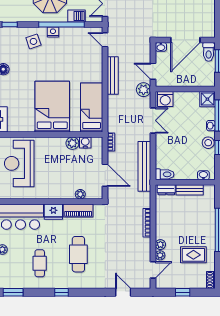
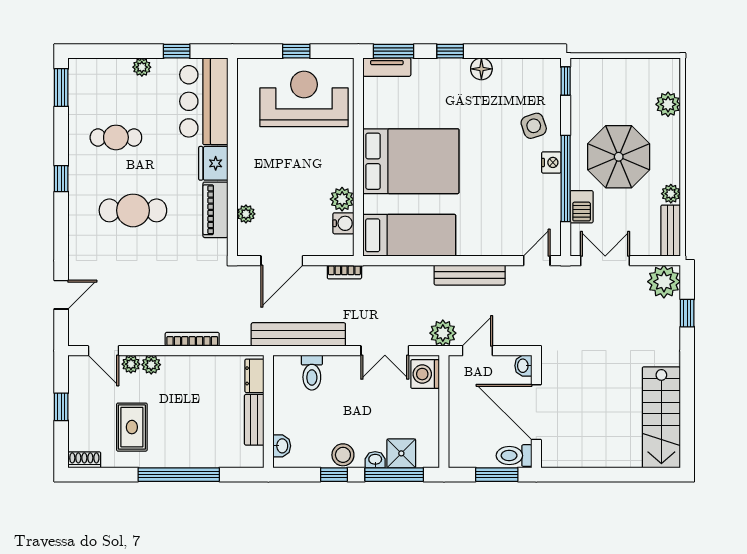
shower: (207, 99) -> (401, 453), moved
toilet: (165, 174) -> (312, 373), moved

